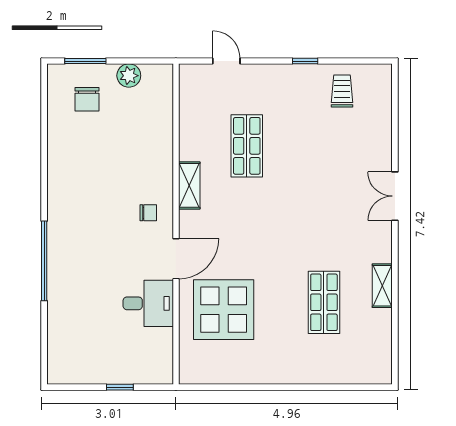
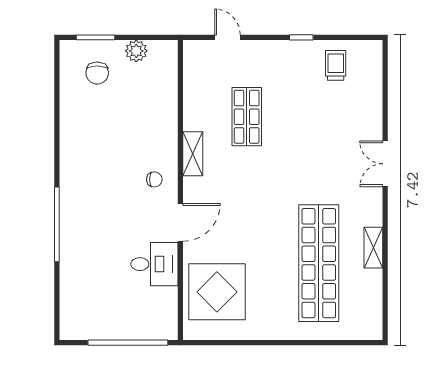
shop shelf: (324, 302) -> (319, 263), width x2.00, depth x1.36
display table: (224, 310) -> (217, 292), moved
window: (120, 387) -> (128, 343), width x3.17

